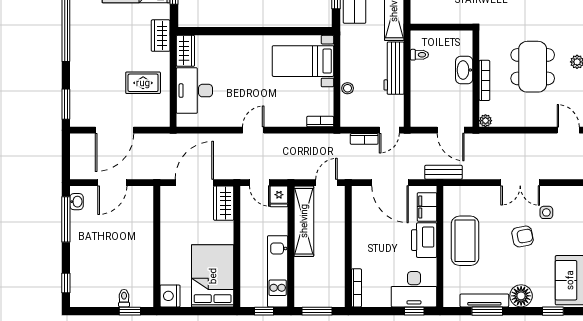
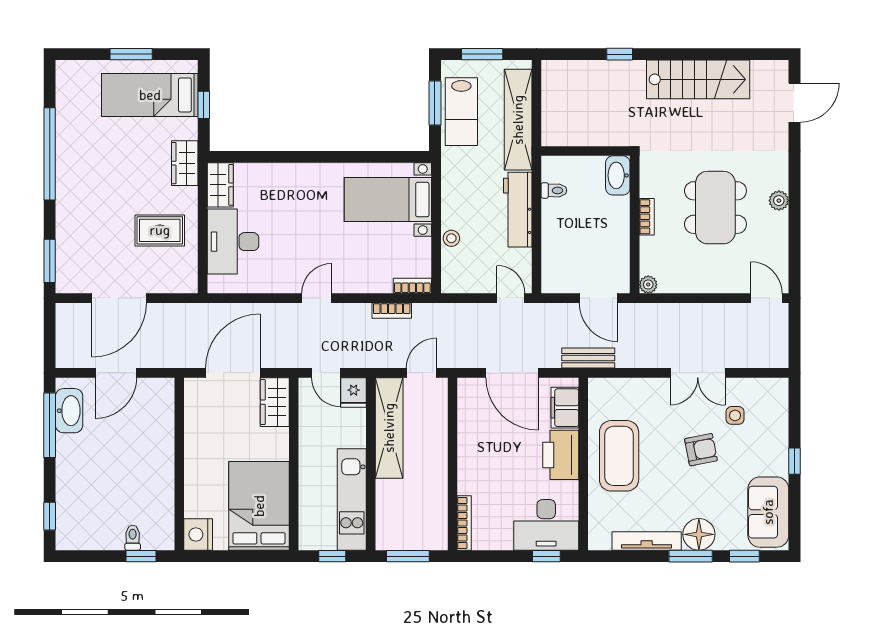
washbasin: (464, 70) -> (618, 175), moved
bookcase: (484, 80) -> (647, 217), width x0.64
door: (389, 130) -> (511, 298), swing flipped
bookcase: (364, 139) -> (392, 311), moved
washbasin: (77, 202) -> (69, 411), width x1.91, depth x1.45
window: (487, 311) -> (691, 556), moved

